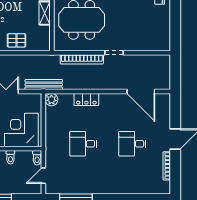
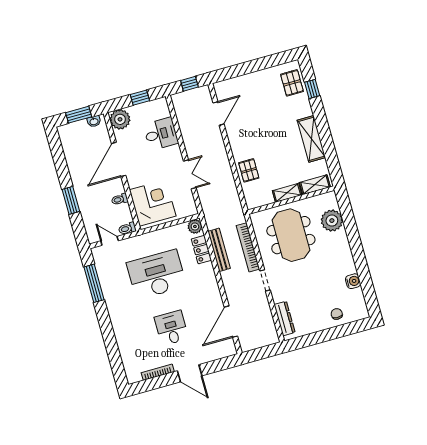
dresser: (151, 45) -> (285, 319), added
bench: (44, 85) -> (219, 250), moved
locker: (86, 100) -> (201, 250), moved
desk: (83, 144) -> (156, 275), width x1.87, depth x1.30

